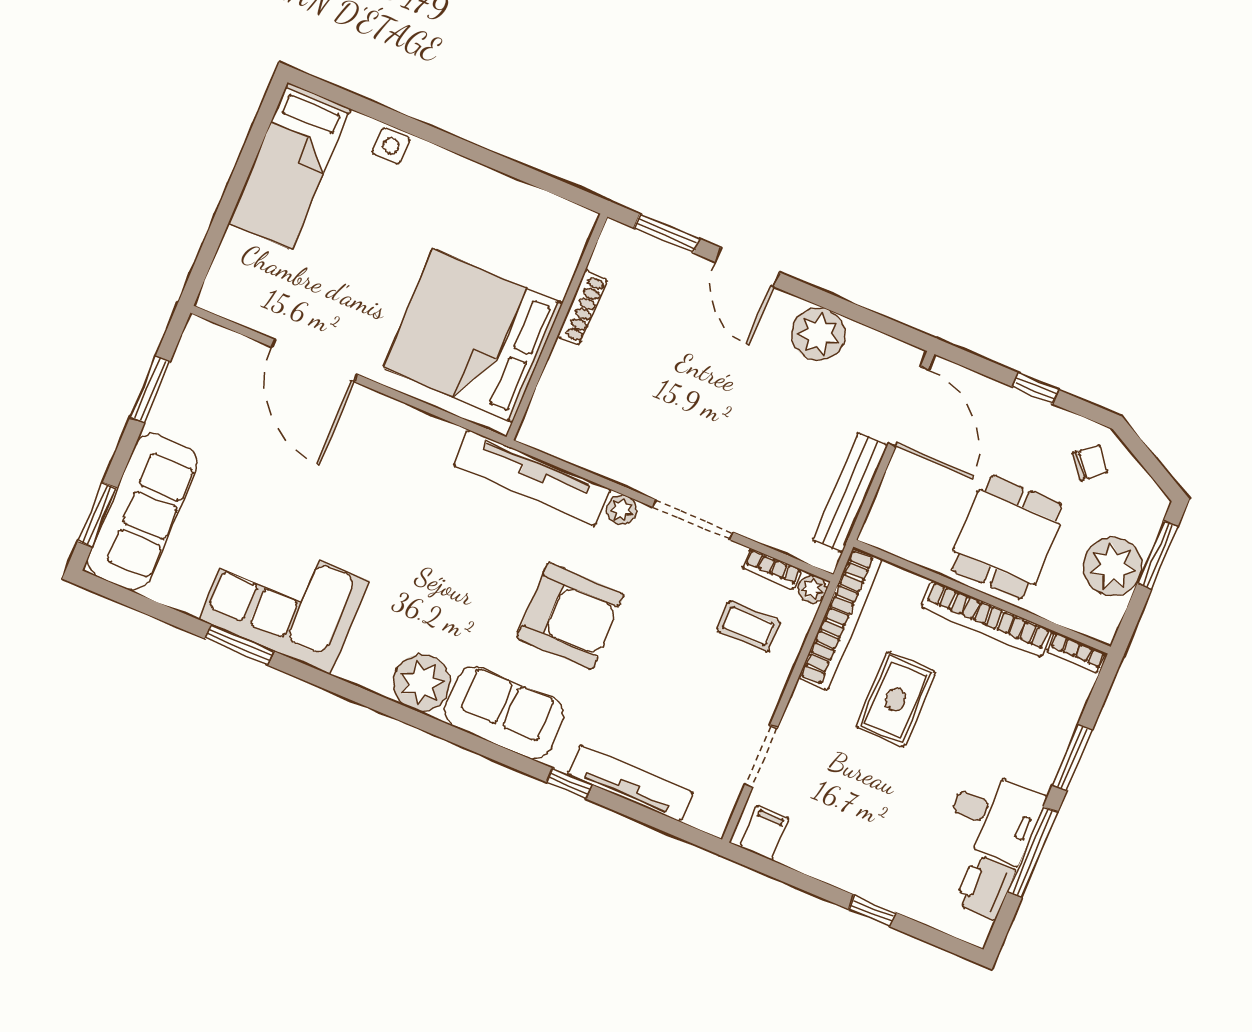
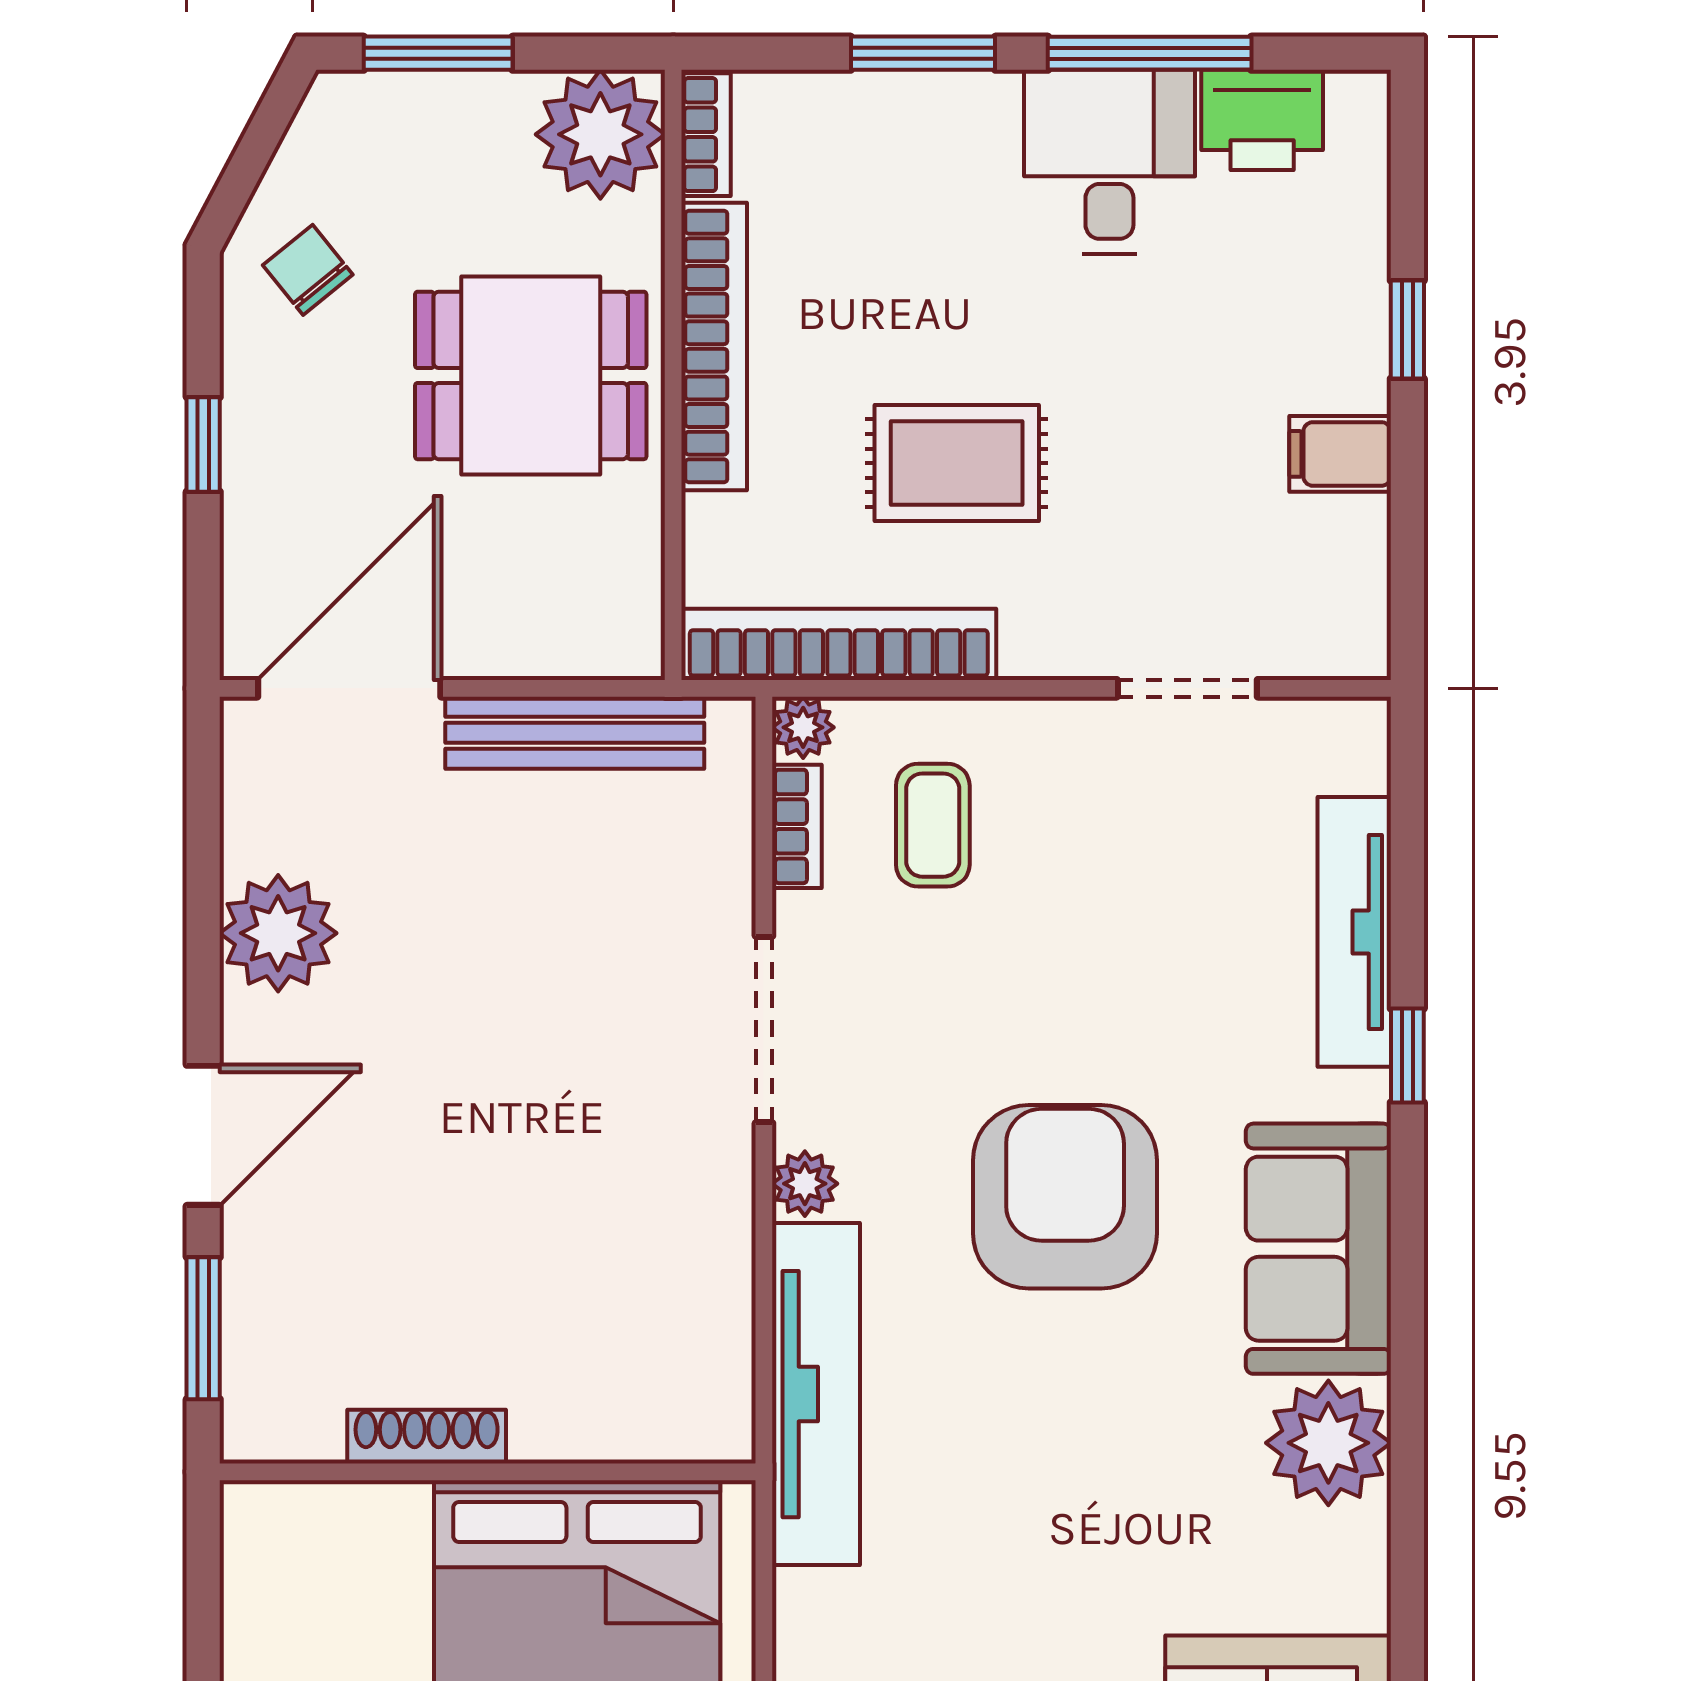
plant: (1113, 567) -> (600, 134), moved
filing cabinet: (764, 833) -> (1340, 454), moved

